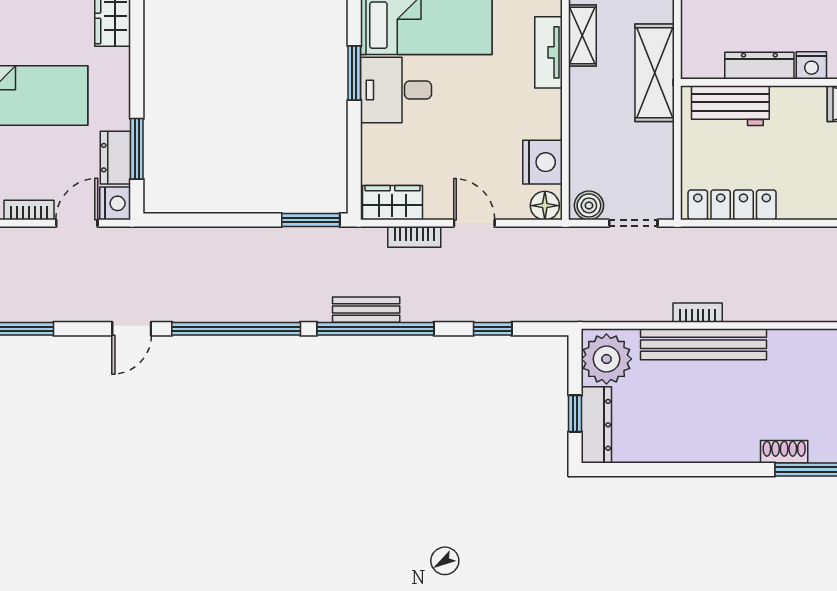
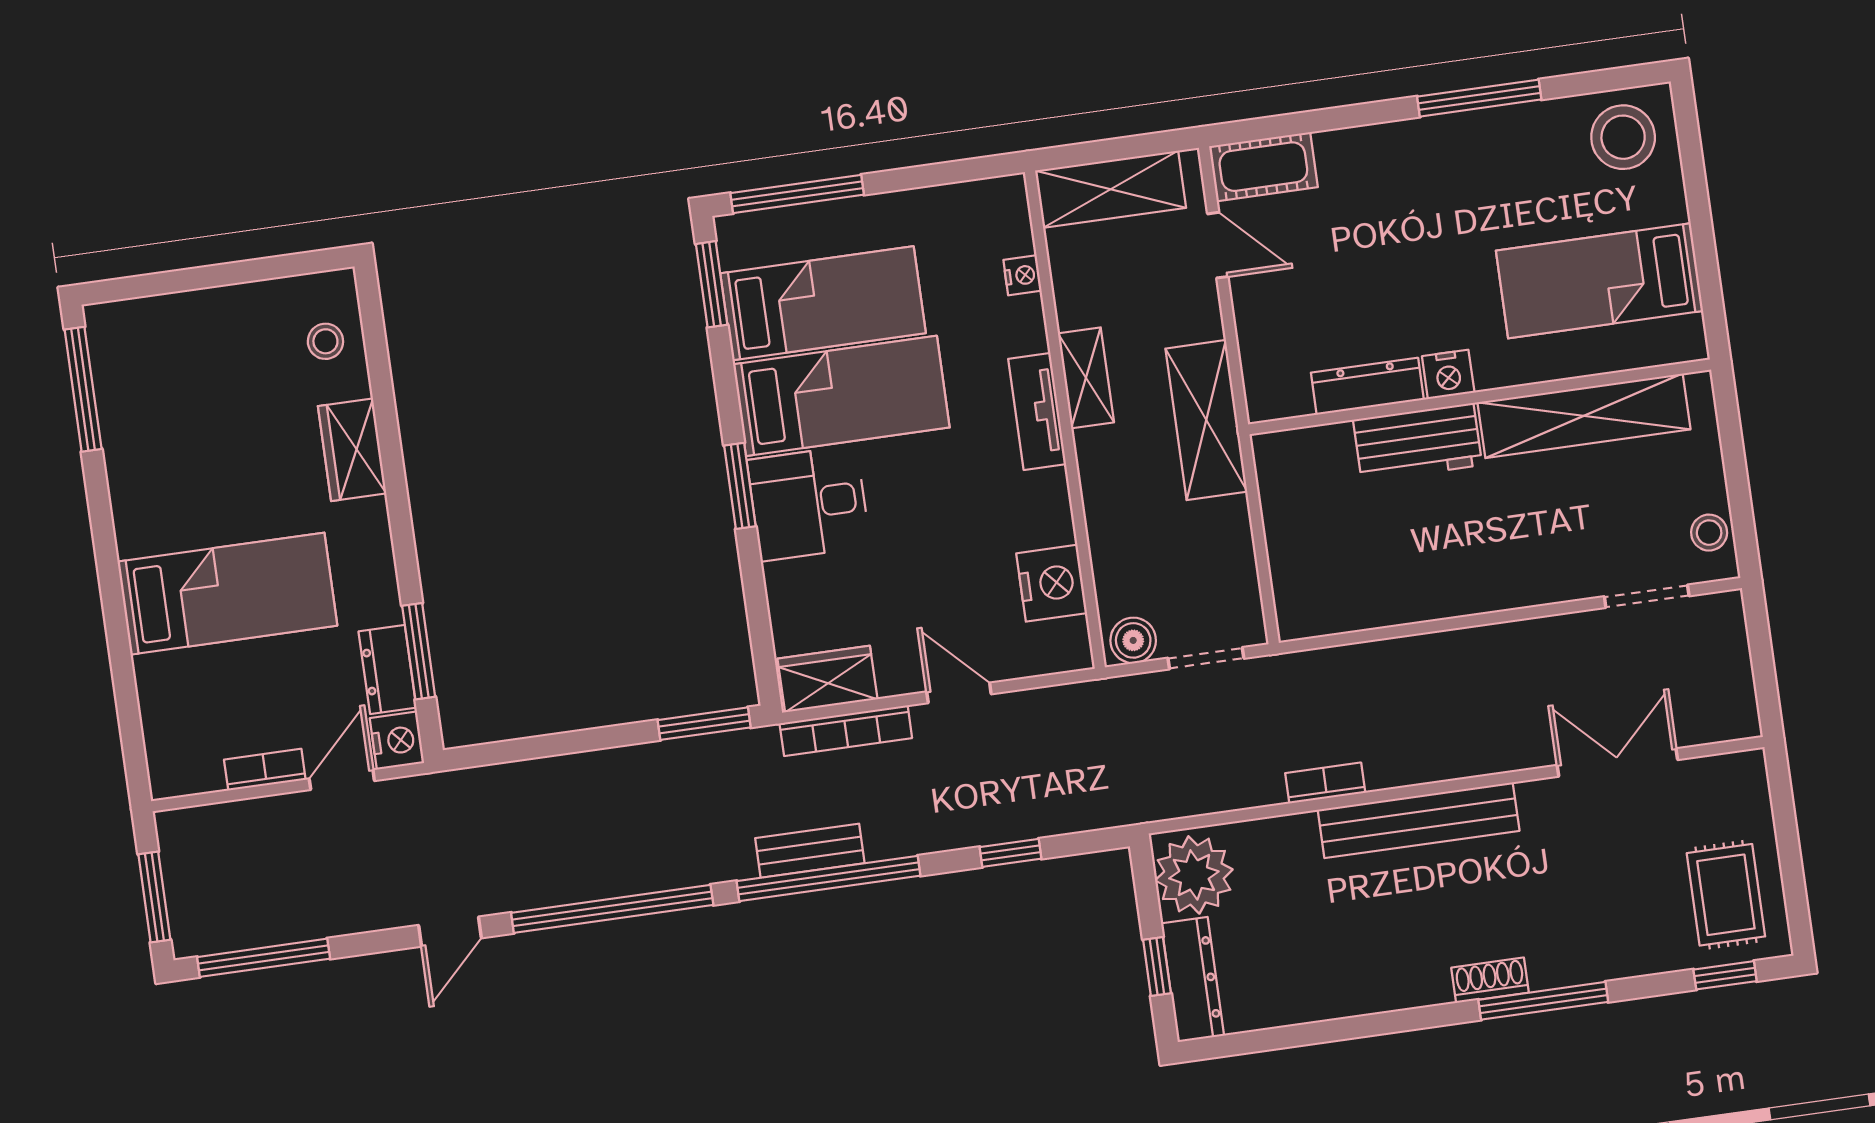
workbench: (730, 106) -> (1418, 442), moved
locker: (732, 205) -> (1355, 608), removed
floor lamp: (545, 206) -> (1065, 650), removed
bookcase: (414, 237) -> (846, 731), width x1.56
bench: (704, 344) -> (1419, 820), moved

